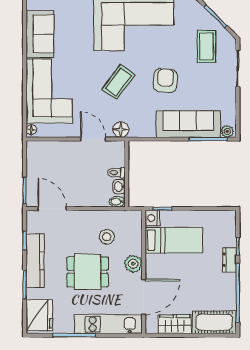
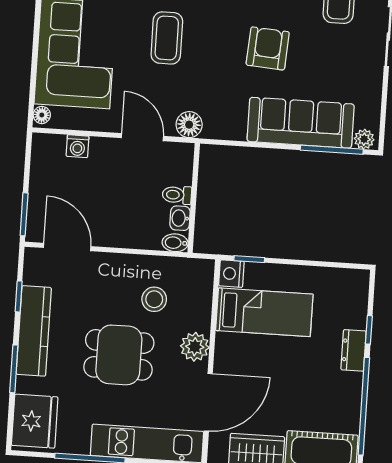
coffee table: (118, 82) -> (167, 38), moved, turned -37
washing machine: (54, 147) -> (78, 146), added

